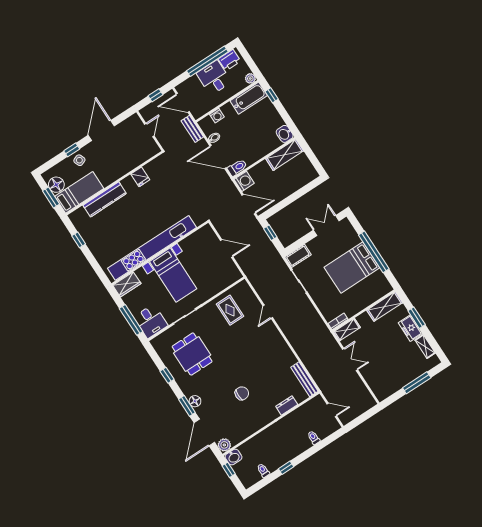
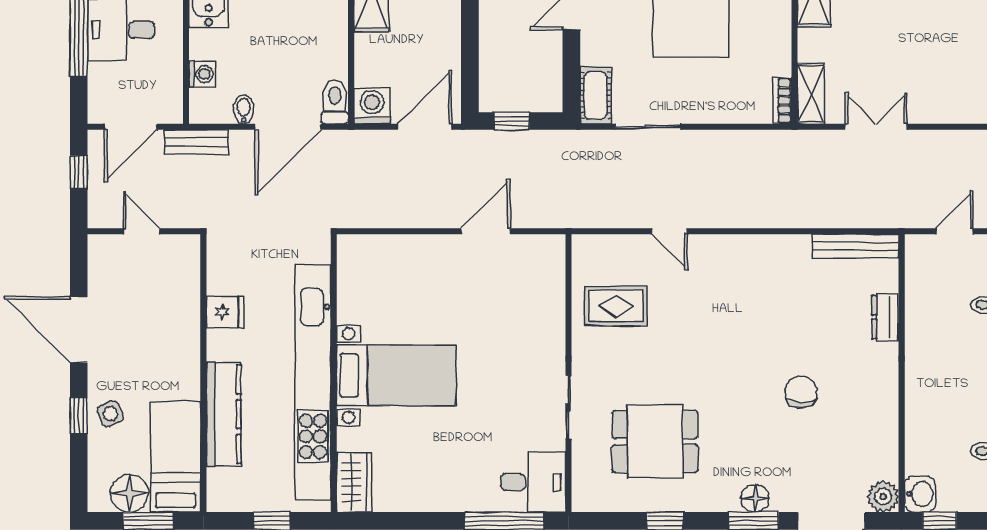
kitchen unit: (152, 248) -> (313, 382), moved
wall: (160, 253) -> (334, 373), moved
bed with nightstands: (173, 275) -> (396, 375), moved
wardrobe: (127, 284) -> (354, 482), moved

